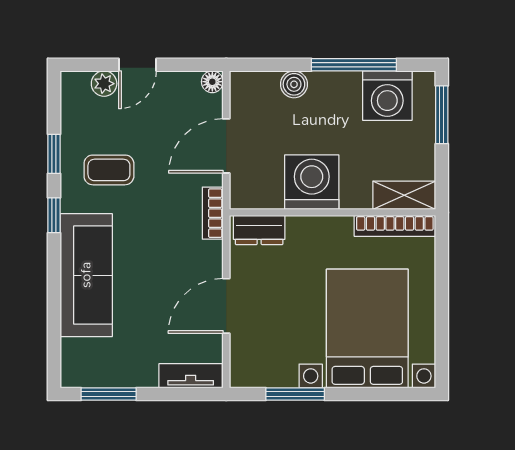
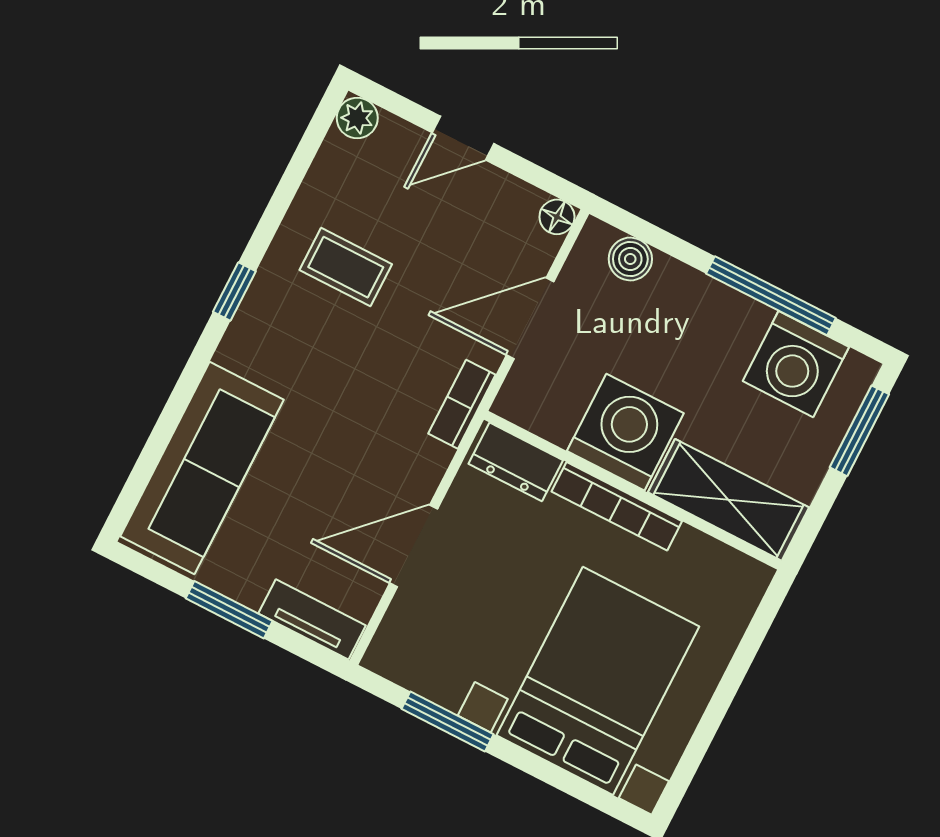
plant: (104, 84) -> (357, 118), moved
boiler: (294, 84) -> (630, 259), moved
window: (54, 154) -> (279, 204), removed
shelving: (404, 195) -> (728, 500), width x1.50, depth x1.33
bookcase: (395, 226) -> (617, 506), moved
sofa: (86, 275) -> (202, 468), moved
window: (109, 394) -> (229, 610), moved

